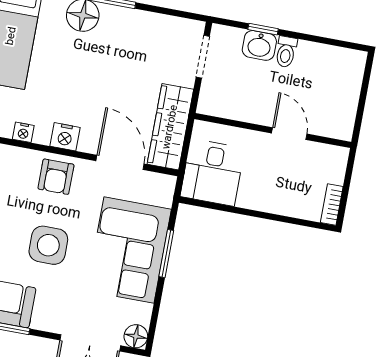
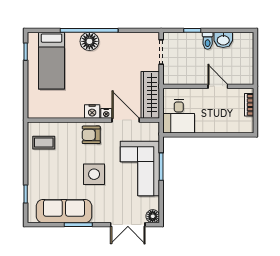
washbasin: (259, 45) -> (223, 40), moved
nightstand: (23, 132) -> (106, 113), moved
armchair: (56, 177) -> (91, 135), turned 90
bookcase: (332, 205) -> (249, 105), moved

